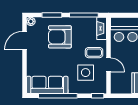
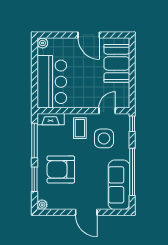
armchair: (60, 37) -> (61, 169), turned 90
door: (24, 40) -> (86, 212), moved
door: (108, 65) -> (107, 111), moved

